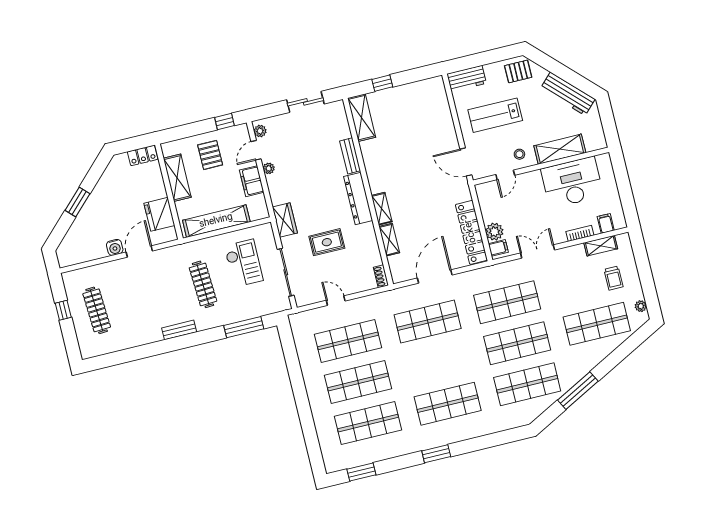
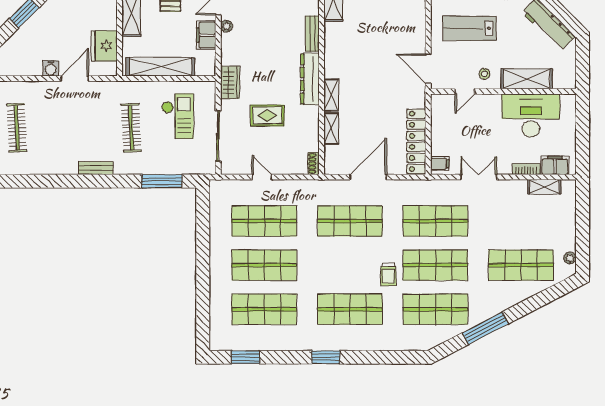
filing cabinet: (606, 223) -> (555, 165), width x2.00
plant: (494, 232) -> (440, 146), removed
trolley: (614, 278) -> (388, 274), moved

